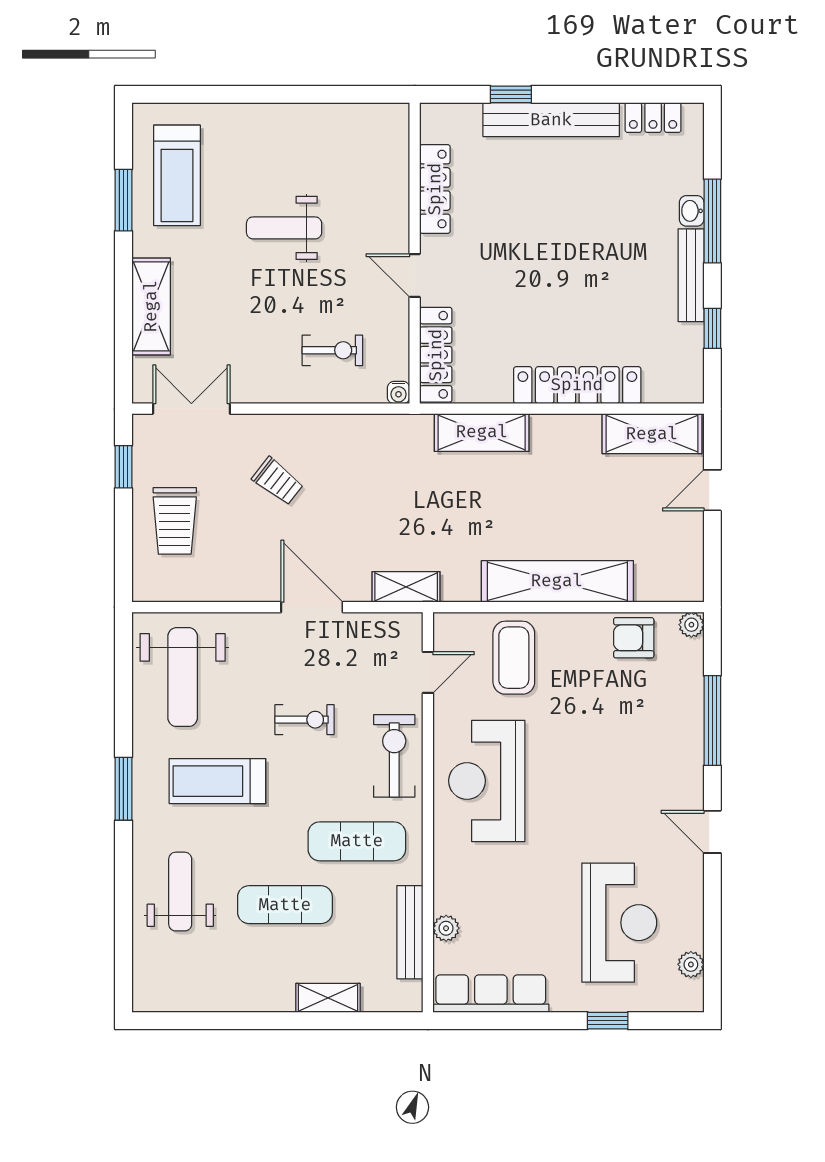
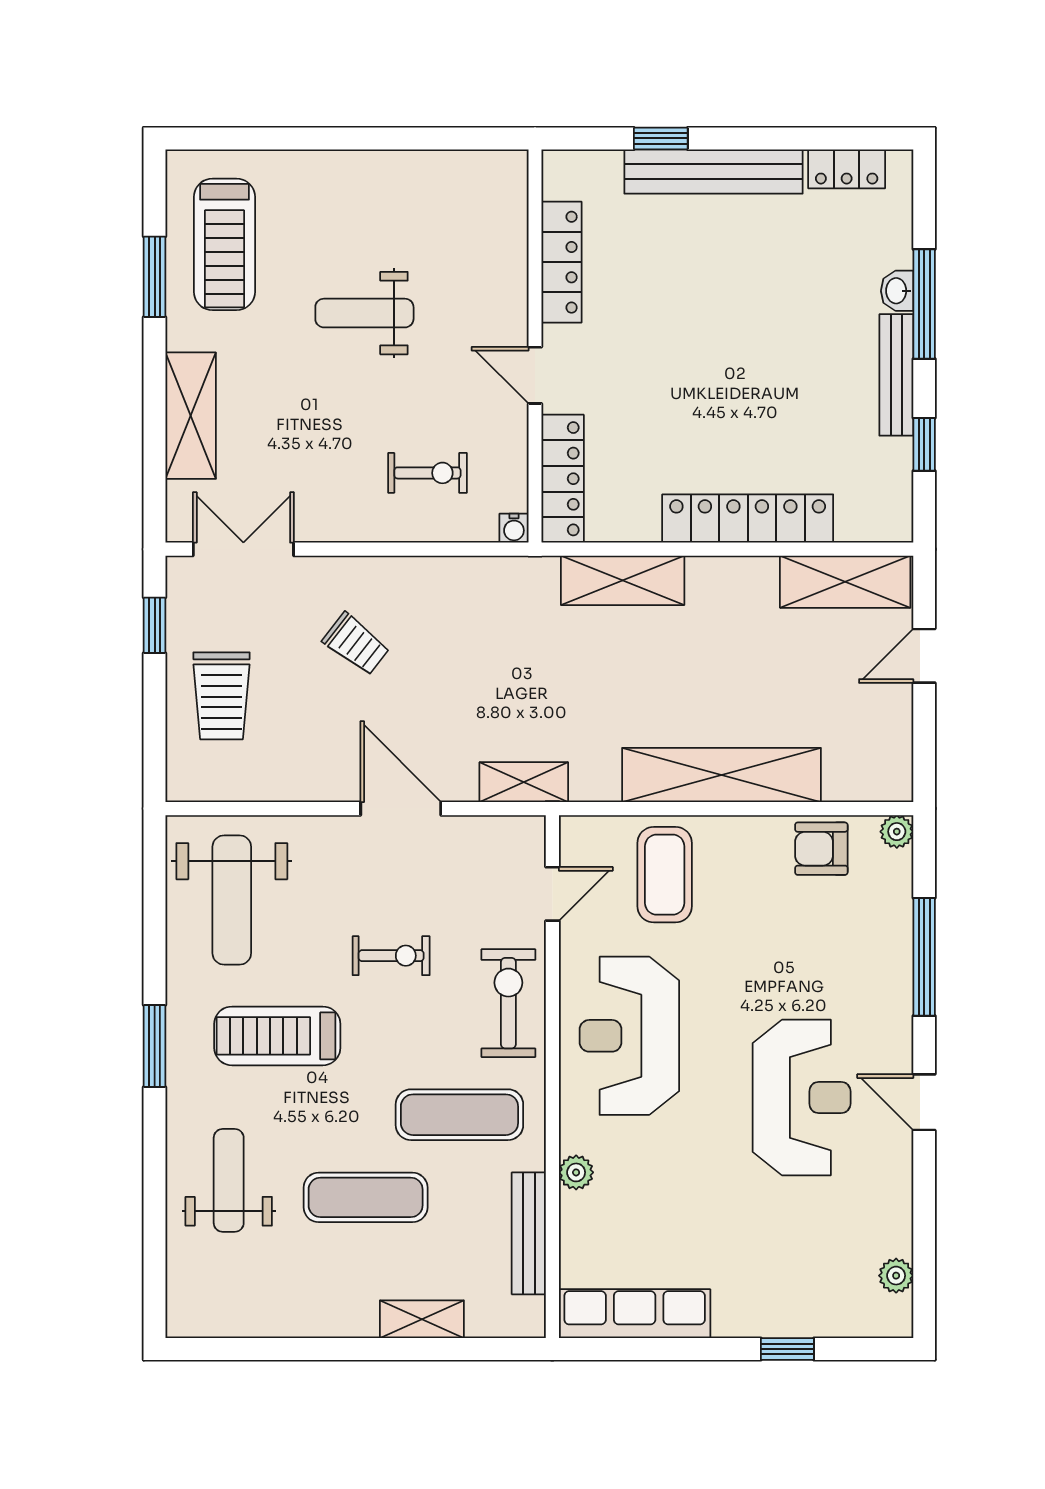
reception desk: (619, 923) -> (802, 1097), moved
plant: (446, 928) -> (576, 1172), moved

